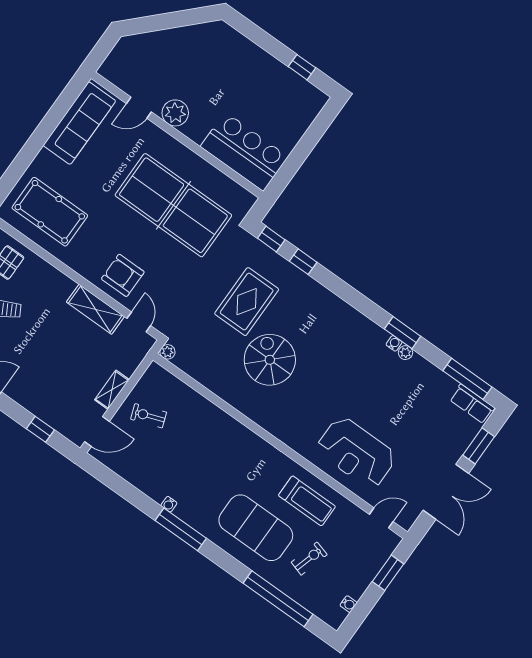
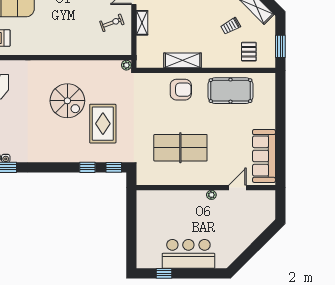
plant: (175, 113) -> (211, 195), width x0.53, depth x0.53
bar counter: (244, 152) -> (188, 254), moved, turned 180
table tennis table: (173, 205) -> (180, 148), width x0.73, depth x0.76
pool table: (50, 212) -> (230, 91), moved
door: (139, 322) -> (154, 70), removed

